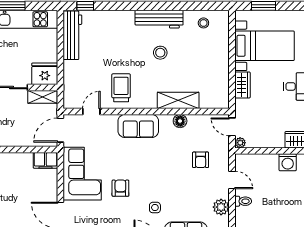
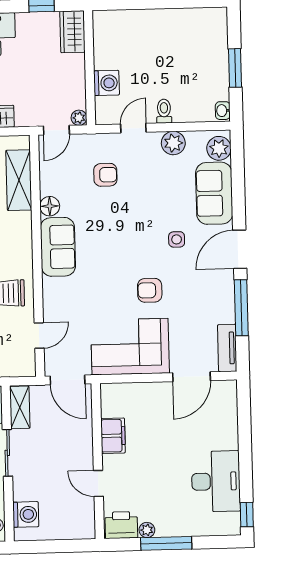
shelving: (178, 100) -> (19, 180), moved
door: (91, 111) -> (39, 335), swing flipped
sofa: (138, 126) -> (58, 247), moved
filing cabinet: (45, 160) -> (113, 436), moved
washing machine: (288, 162) -> (107, 83), moved

